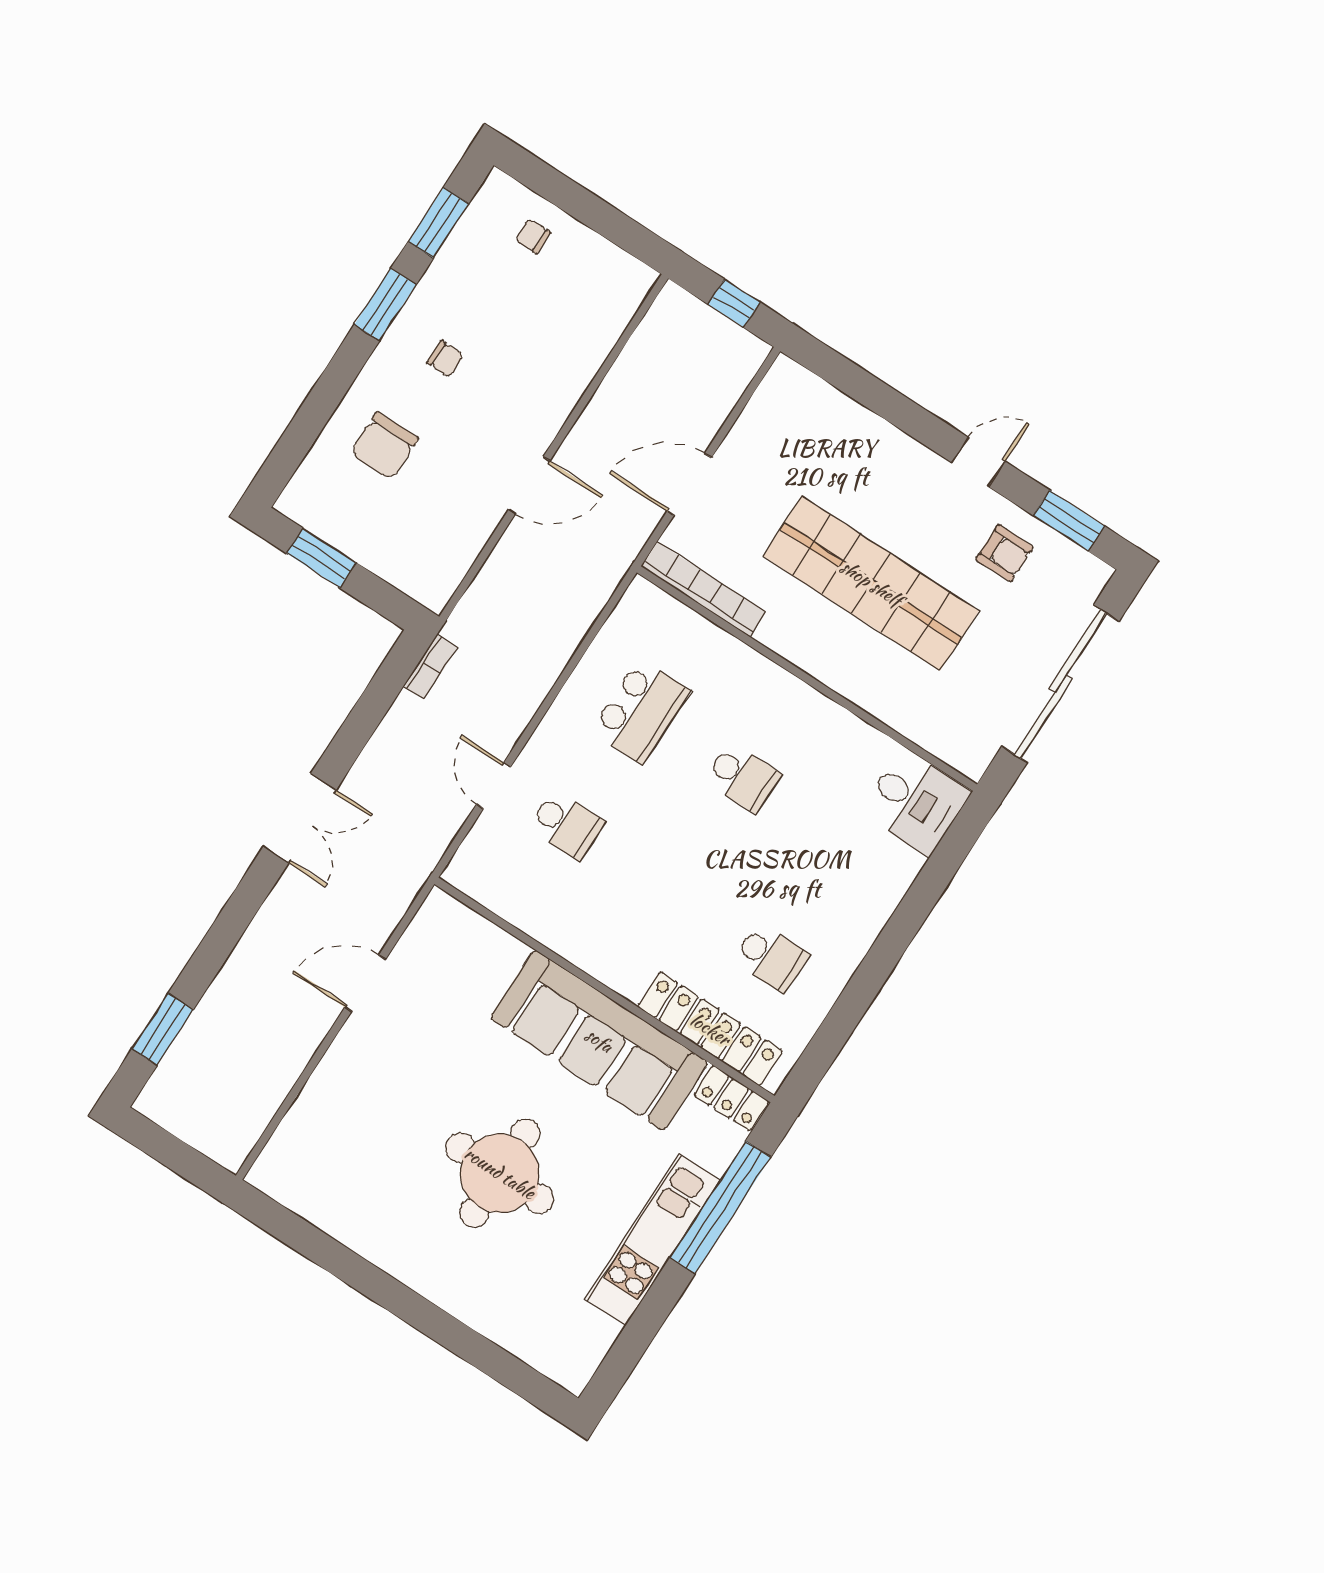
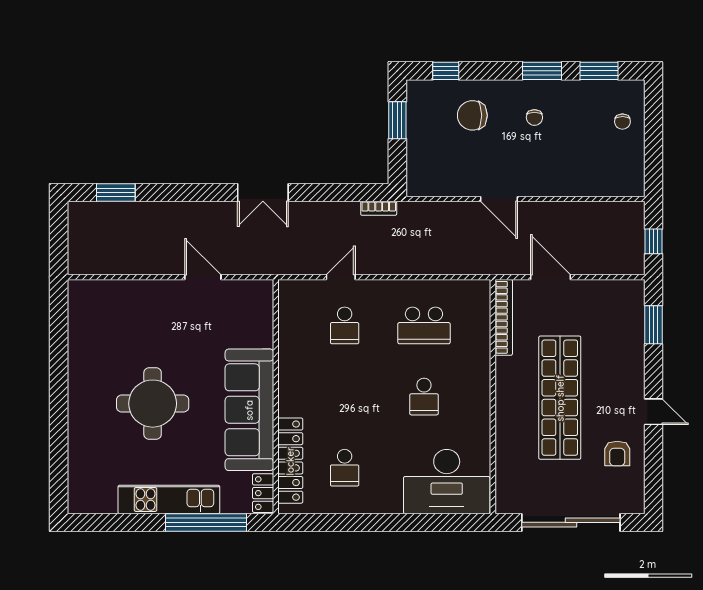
chair: (533, 236) -> (622, 122), turned 180
window: (296, 443) -> (446, 71), added
window: (1069, 521) -> (654, 325), moved
desk: (915, 802) -> (447, 482), width x1.87, depth x1.30

